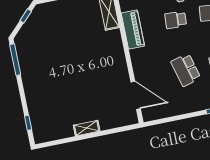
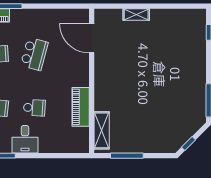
school desk: (186, 70) -> (34, 54), turned 30
shelving: (87, 128) -> (136, 15), moved

